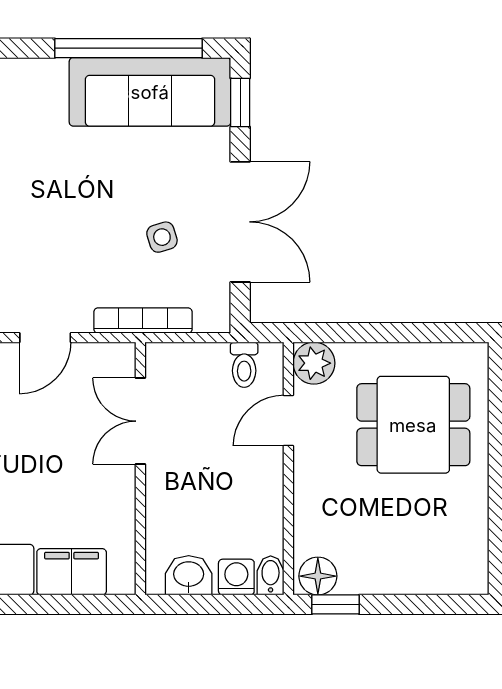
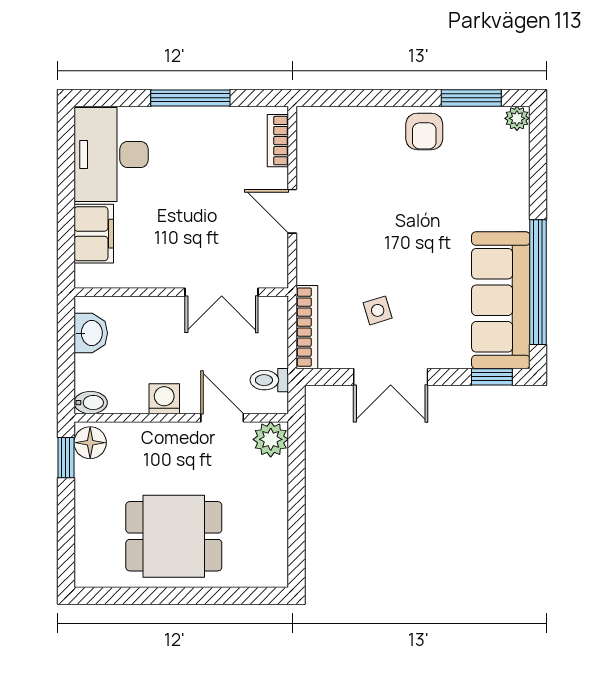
double door: (240, 222) -> (391, 377), width x0.73
bookcase: (143, 321) -> (307, 327), moved
double door: (140, 421) -> (222, 292), swing flipped
dining table: (413, 425) -> (174, 536), moved, turned 90
washing machine: (236, 577) -> (164, 399), moved, turned -90

